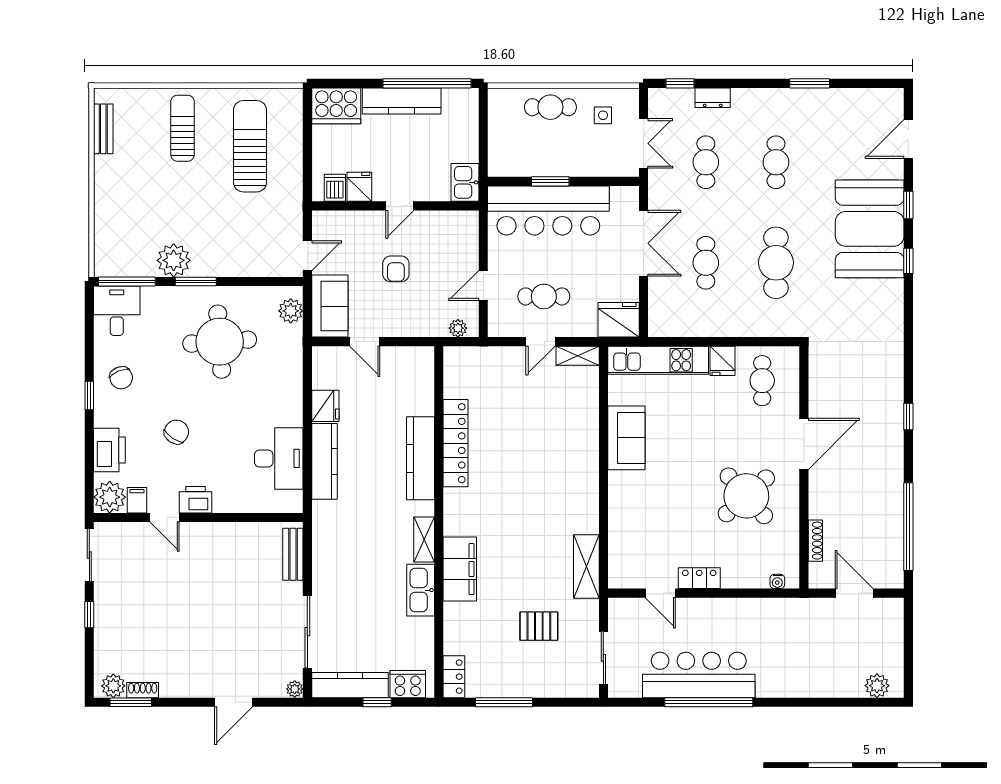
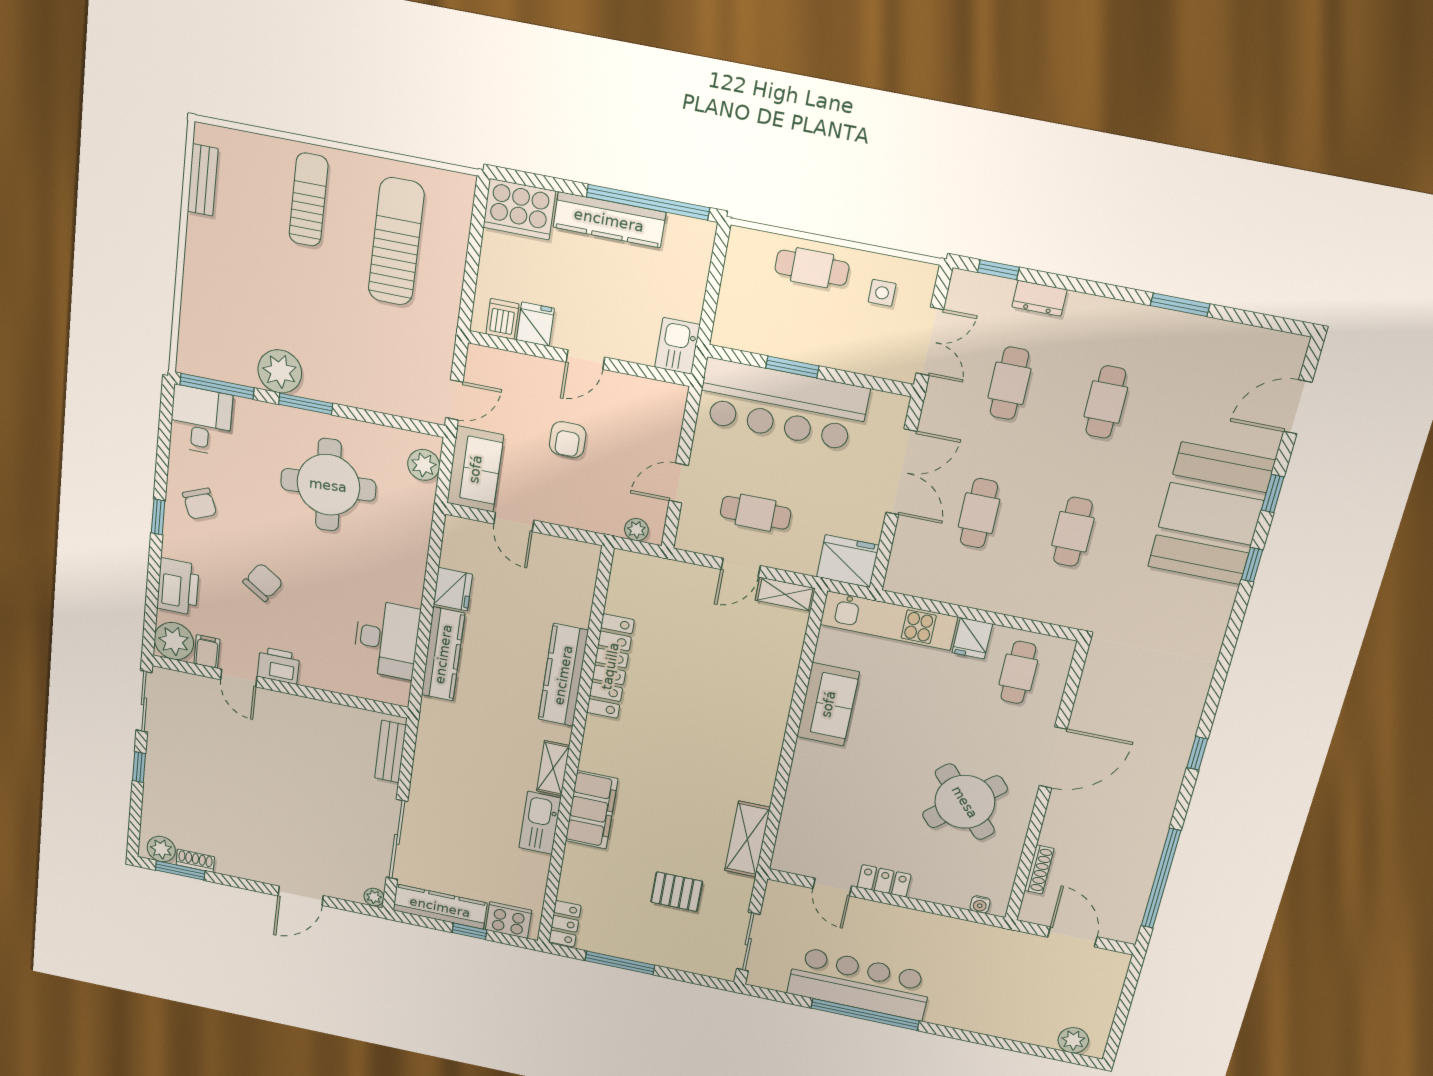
cafe table: (776, 263) -> (1073, 532), width x0.73, depth x0.74

